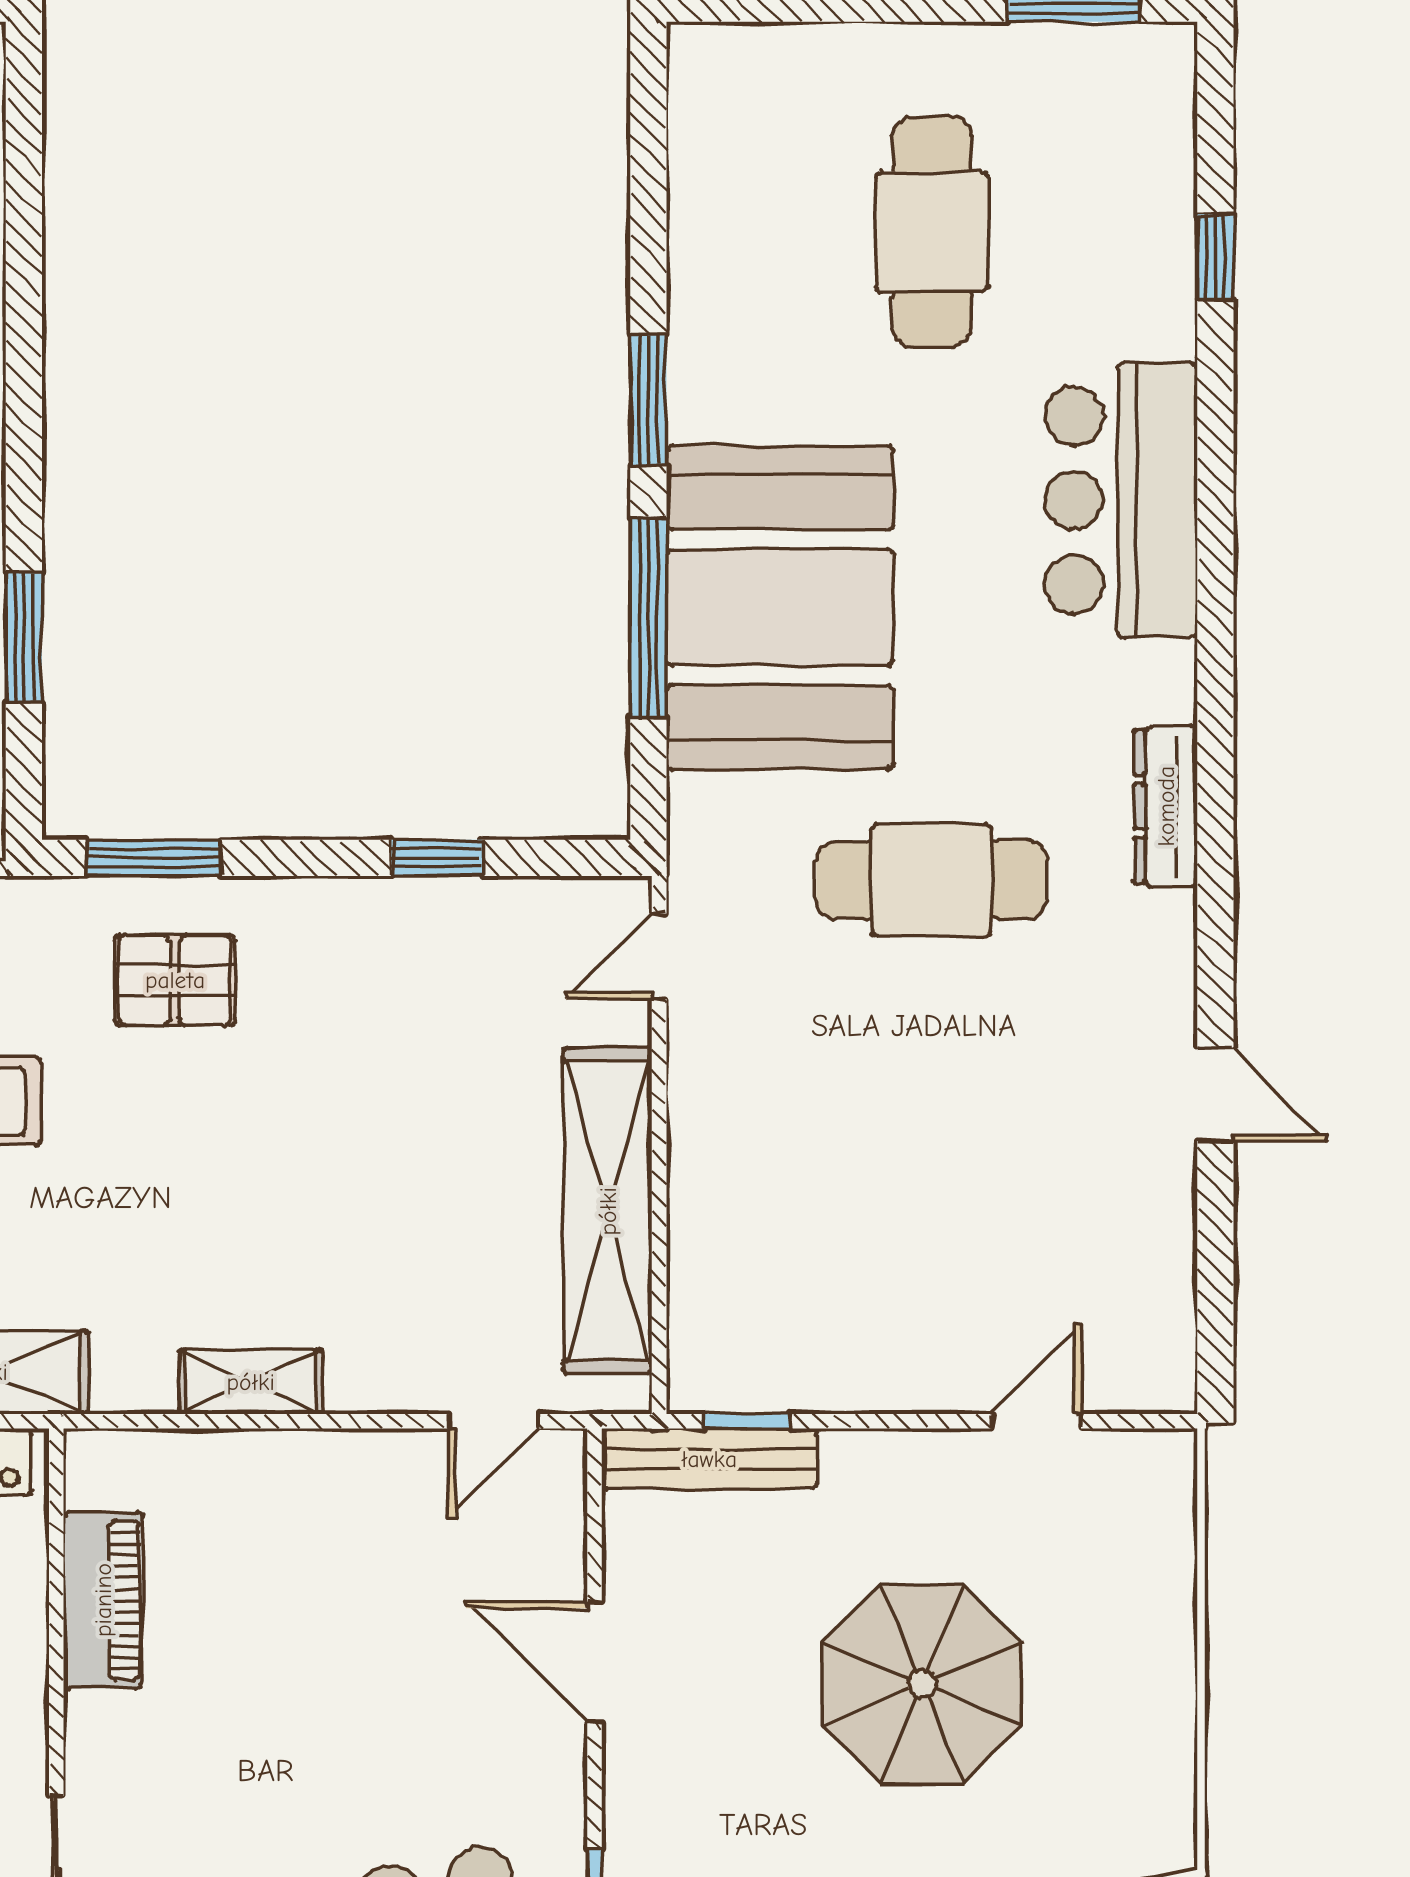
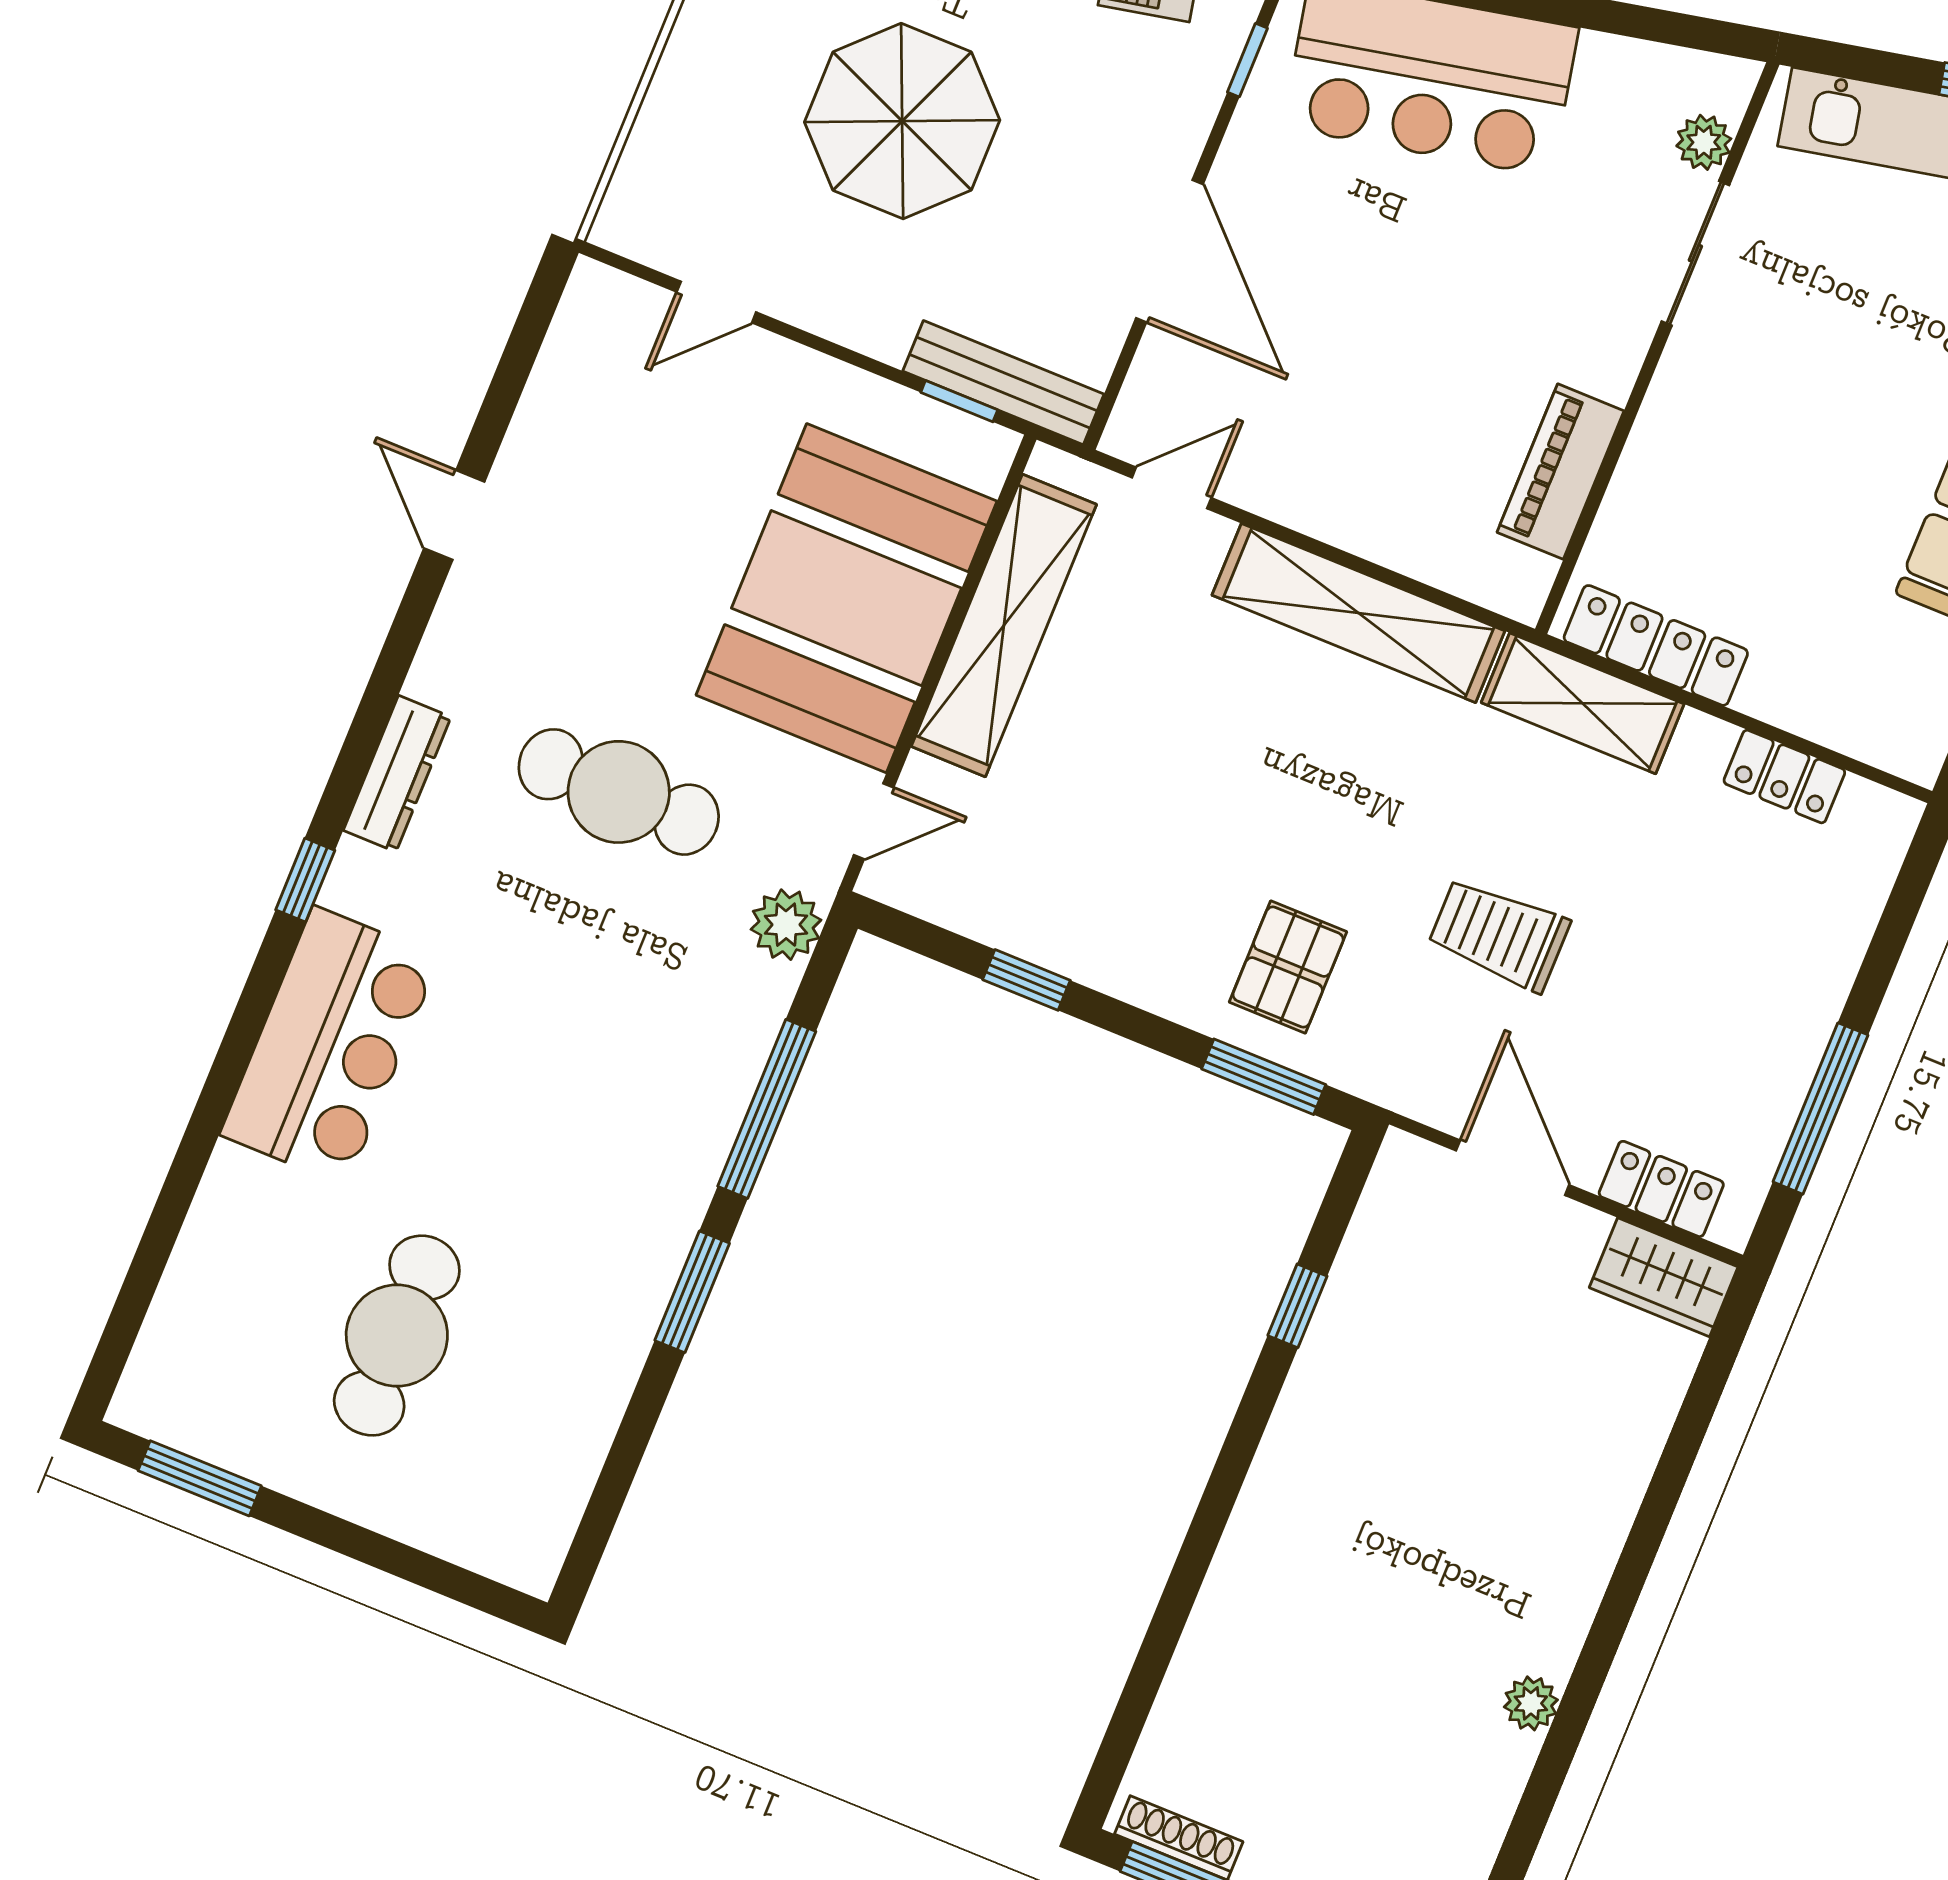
window: (1215, 257) -> (305, 880), moved
booth: (780, 607) -> (847, 598), moved
window: (24, 638) -> (1297, 1306), width x0.67
plant: (705, 814) -> (786, 925), added
pallet: (175, 980) -> (1288, 967), turned 90
shelving: (251, 1382) -> (1358, 613), width x2.20, depth x1.33
door: (594, 1662) -> (1169, 251), width x1.36

